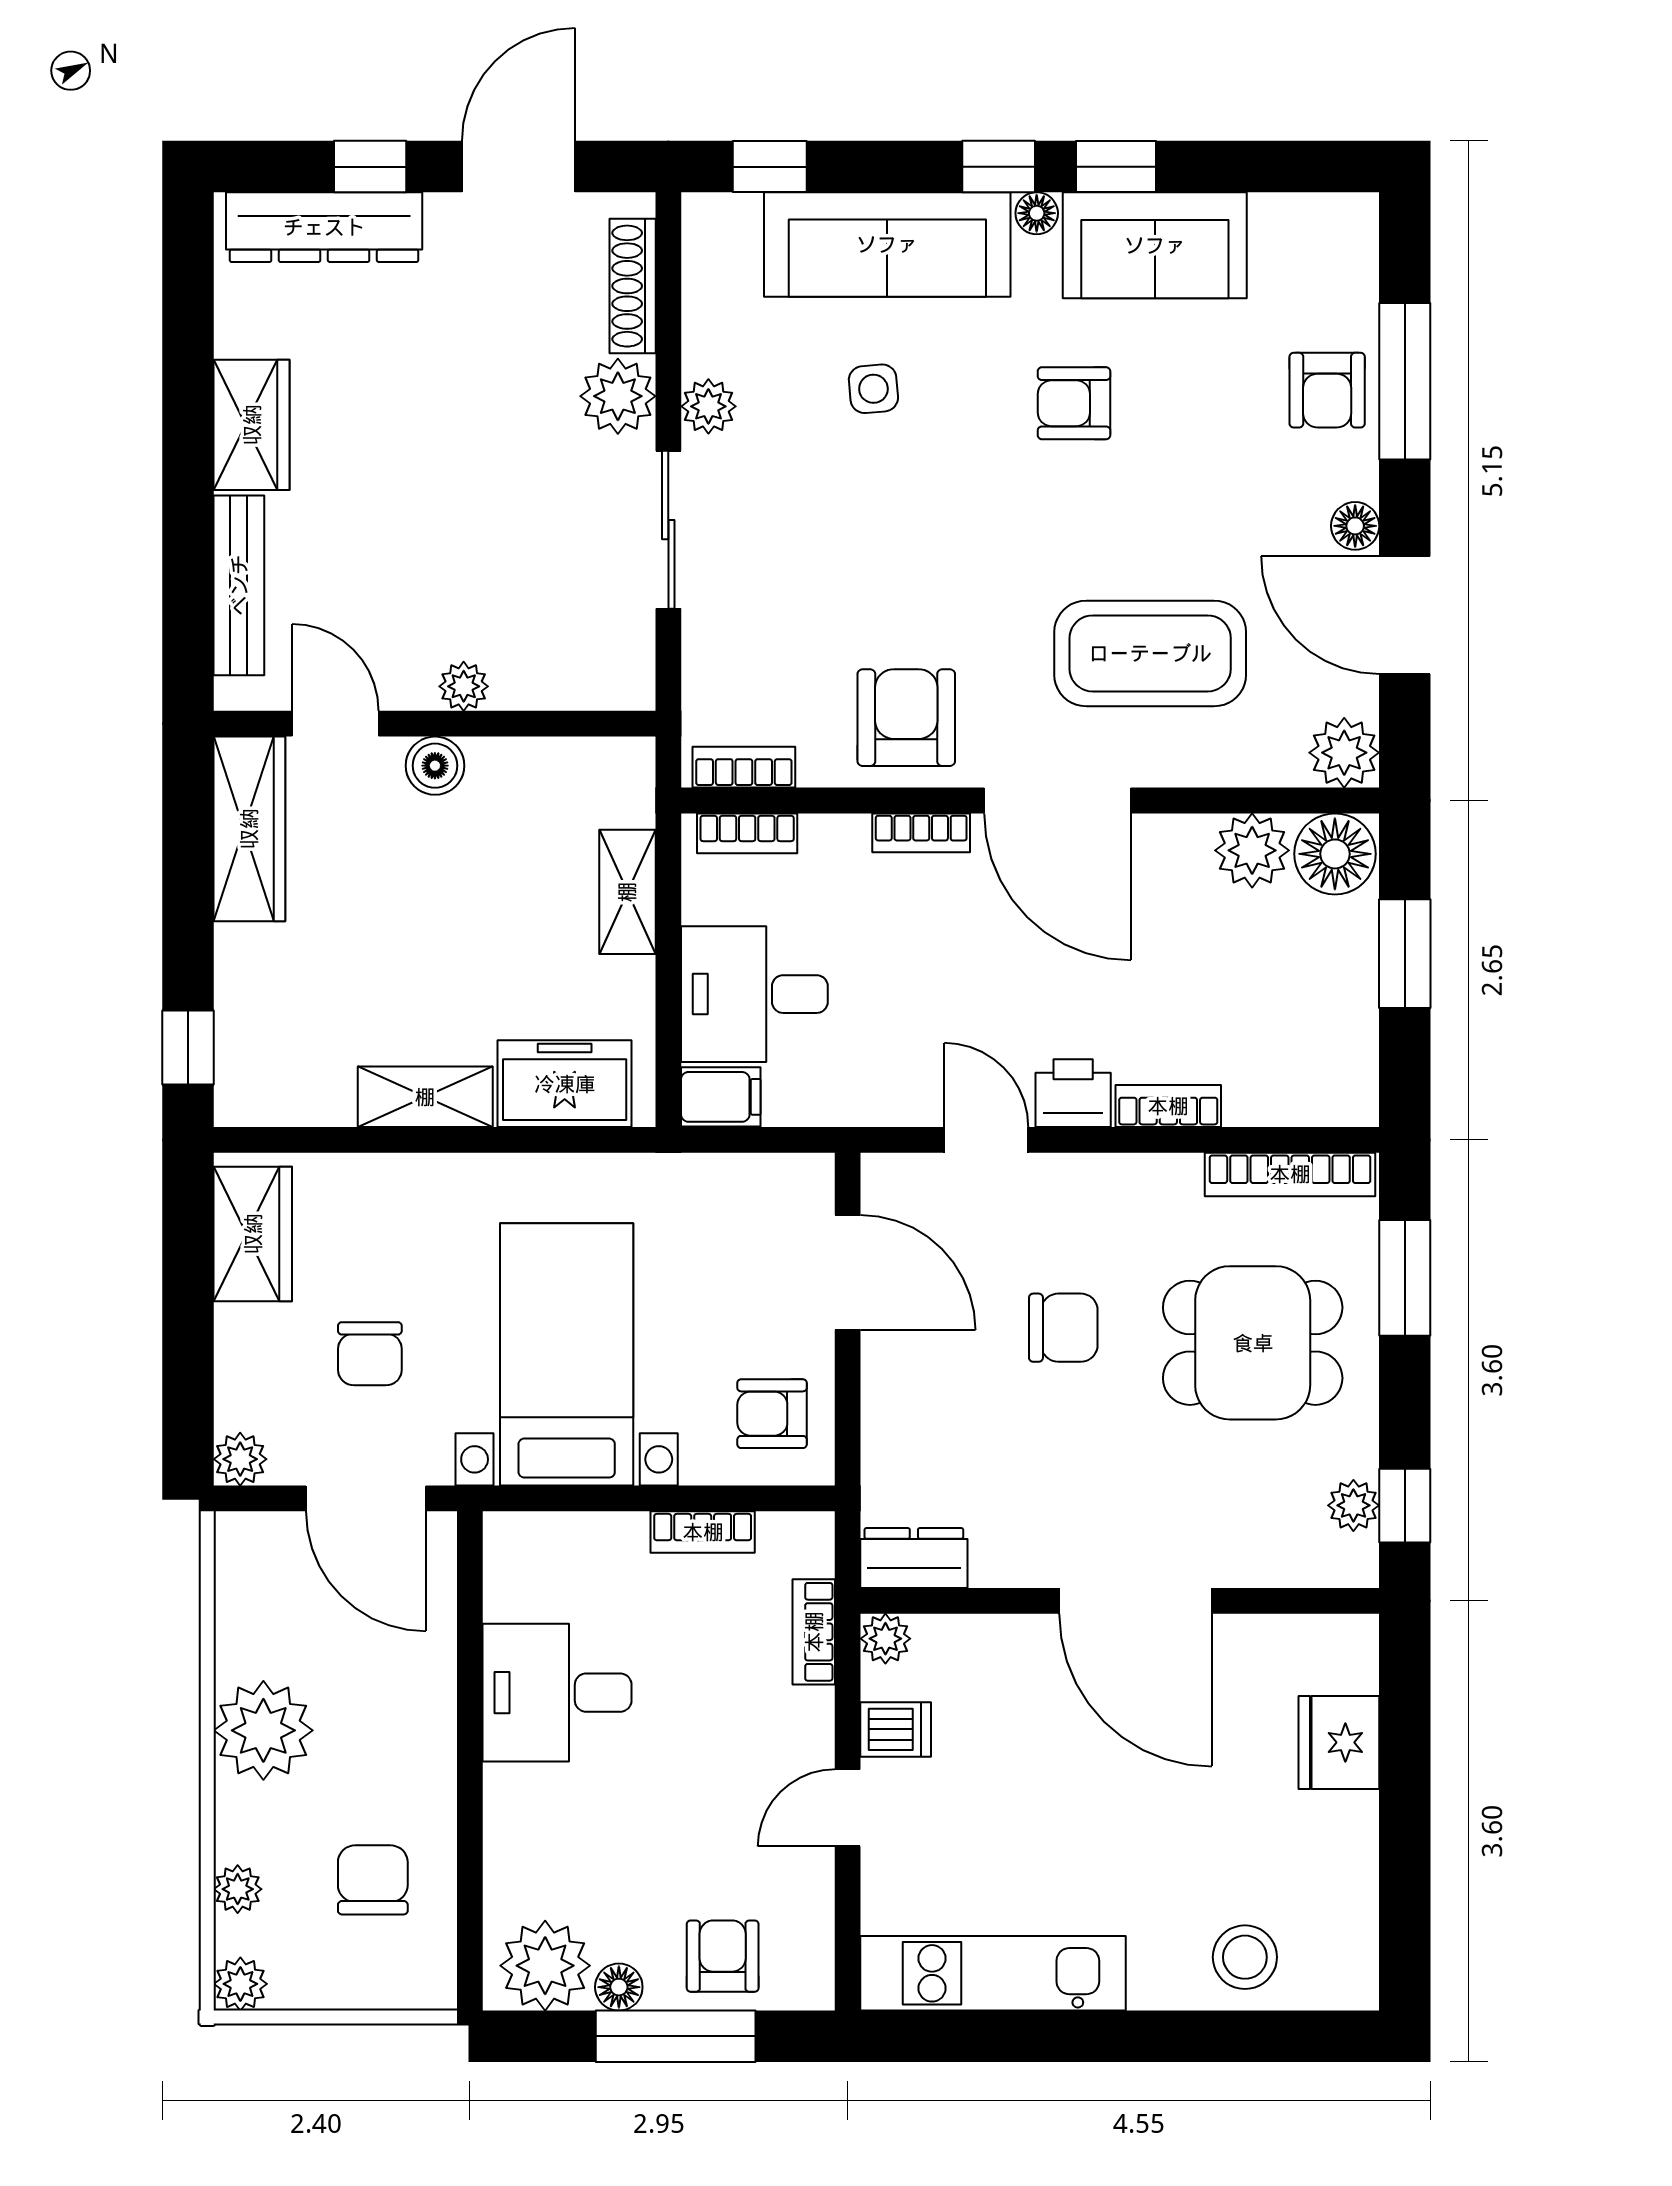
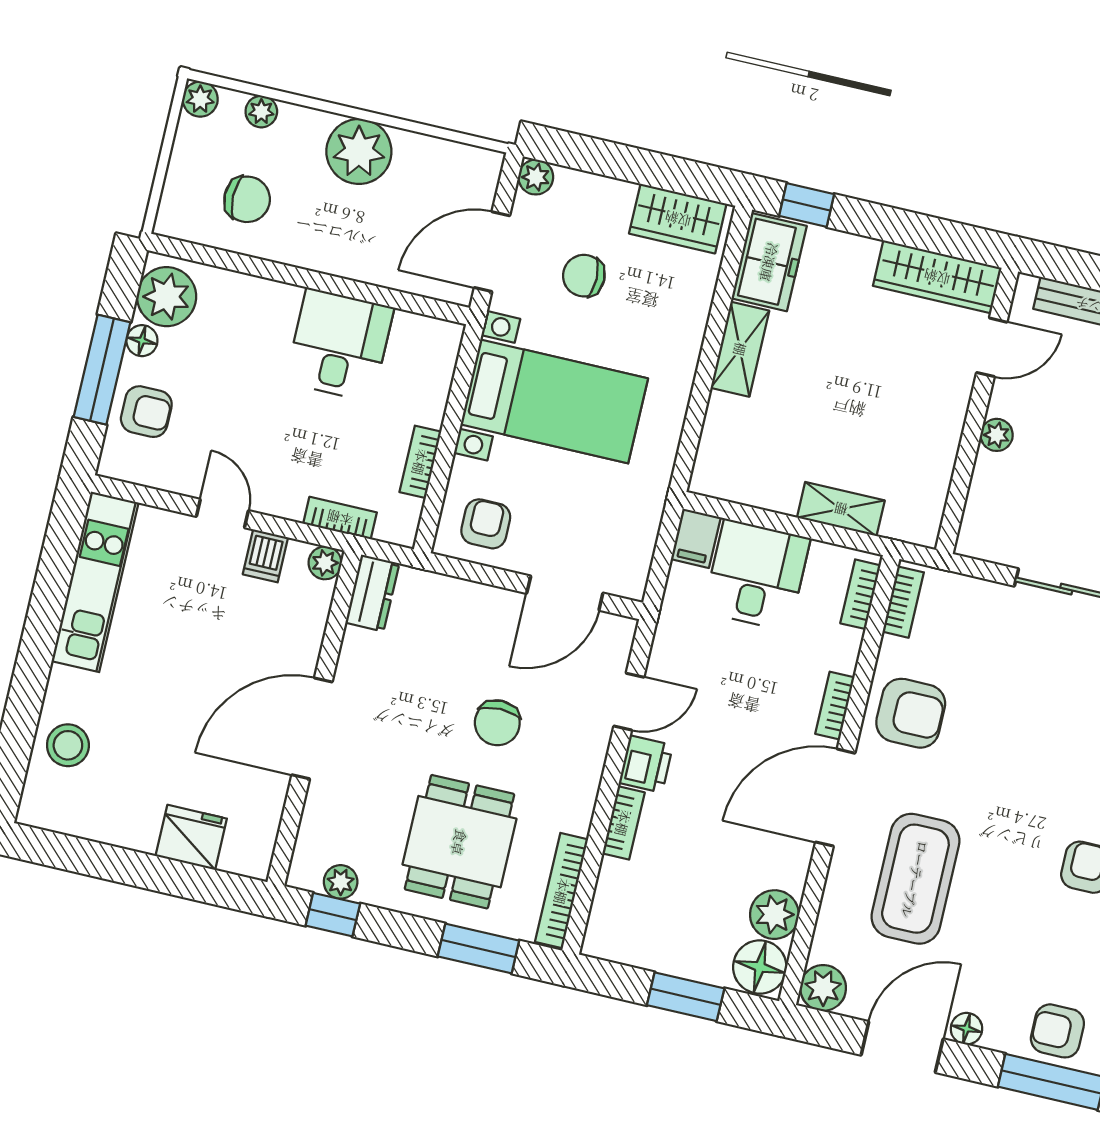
boiler: (435, 766) -> (950, 405), removed
freezer: (565, 1084) -> (769, 262), moved

